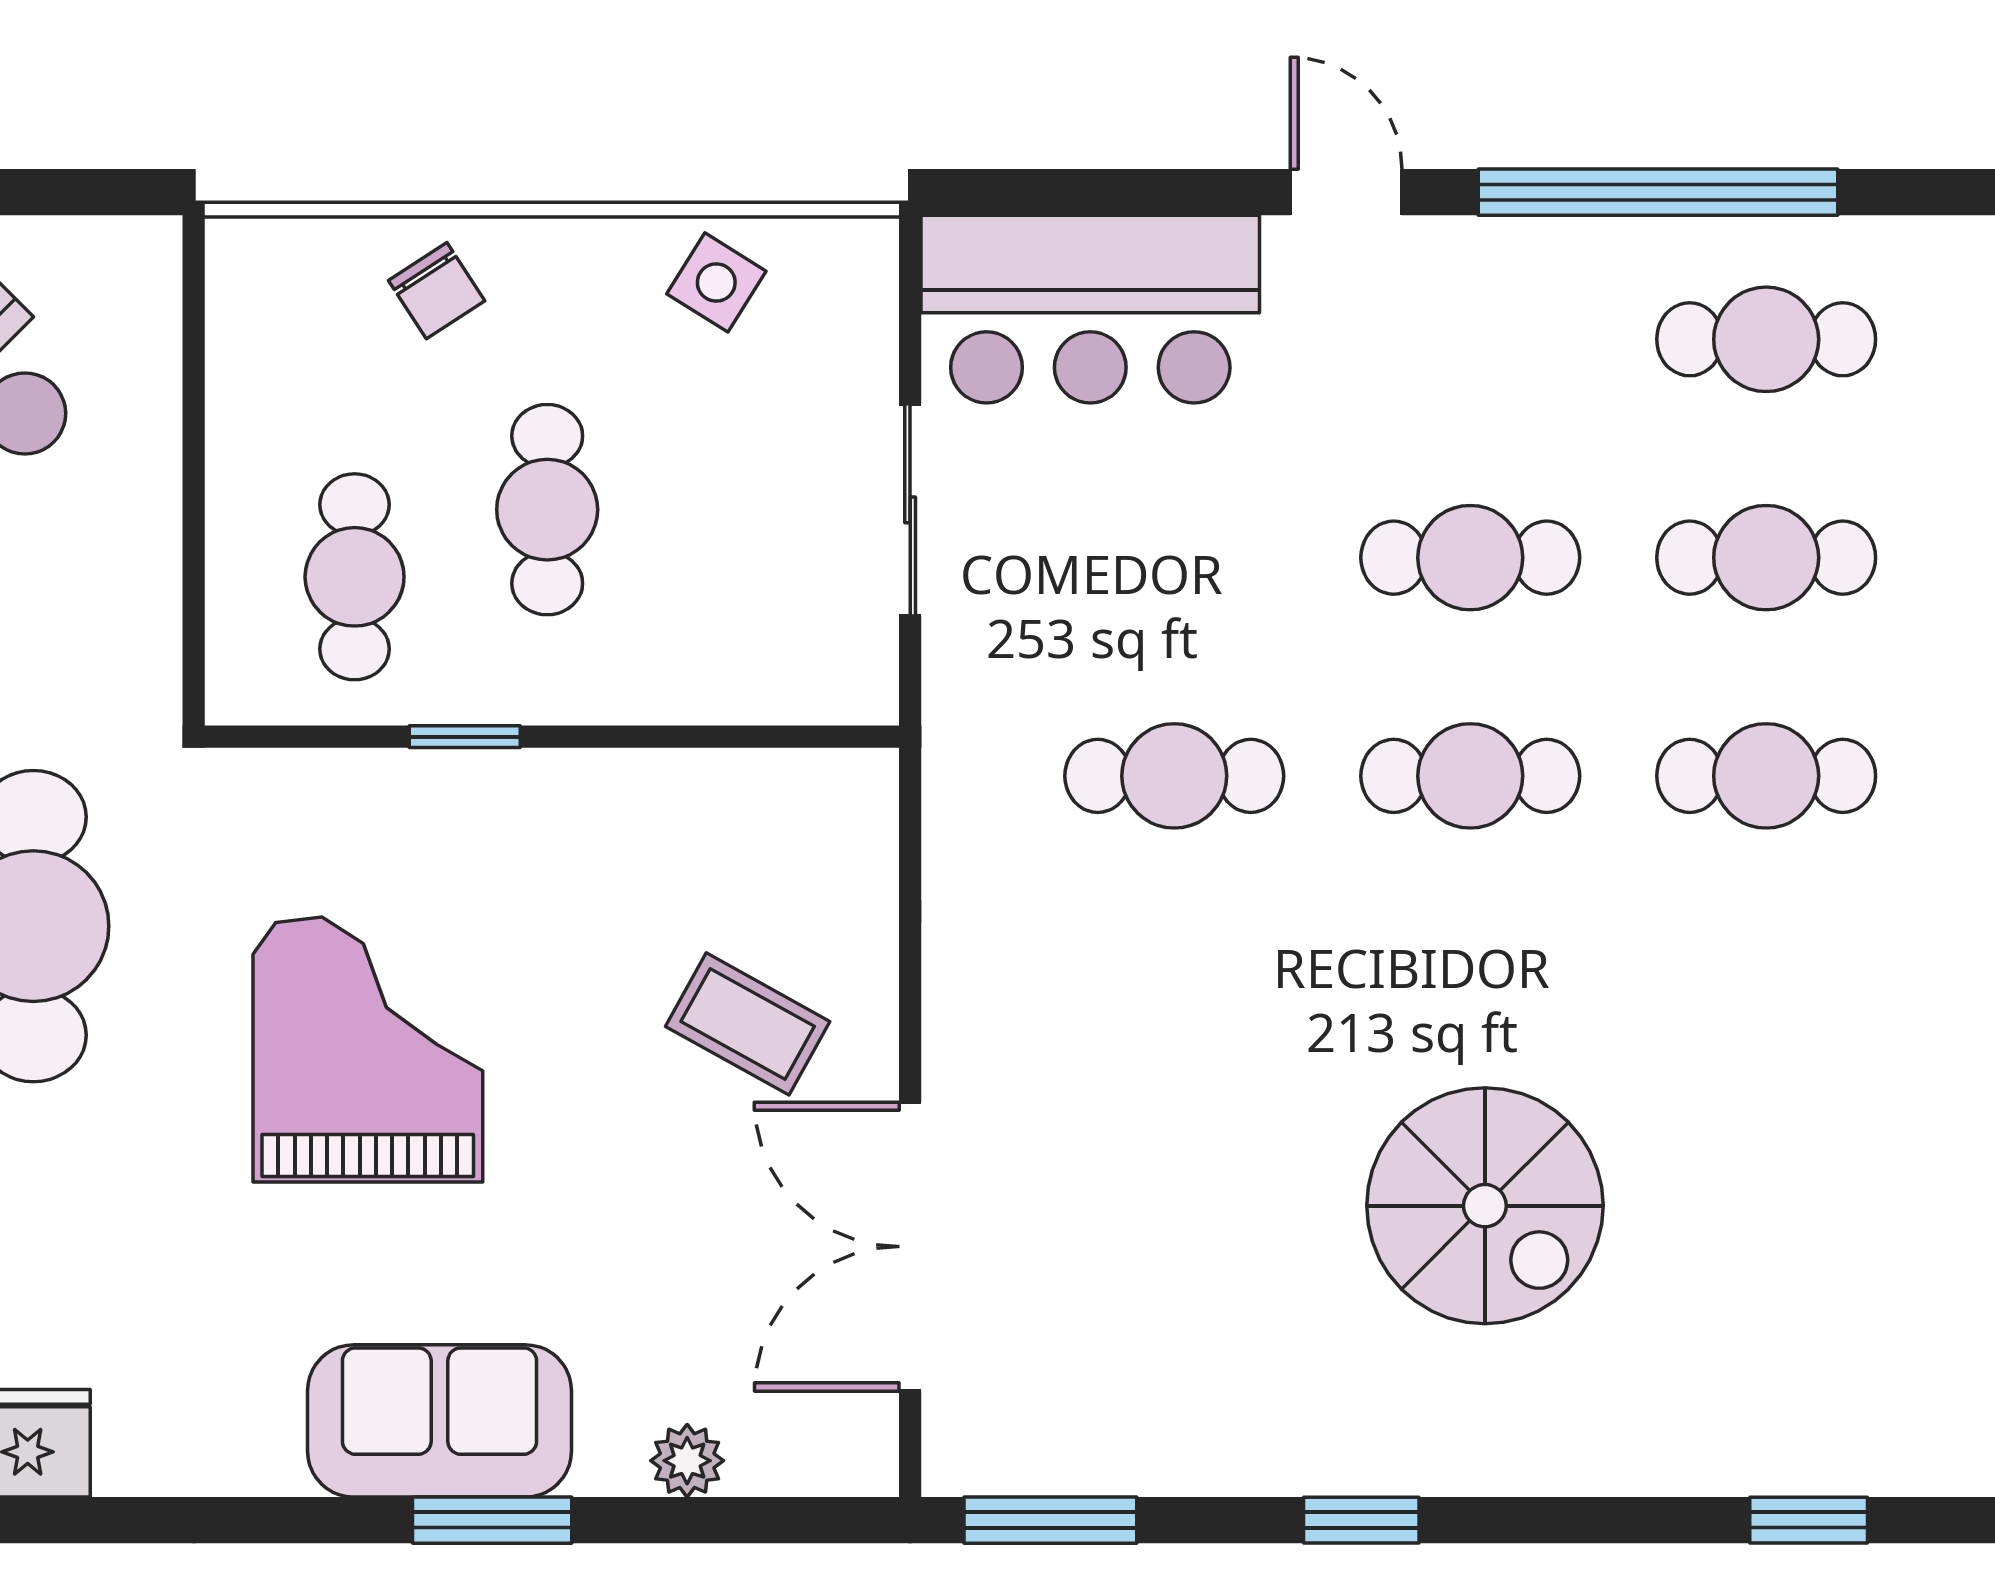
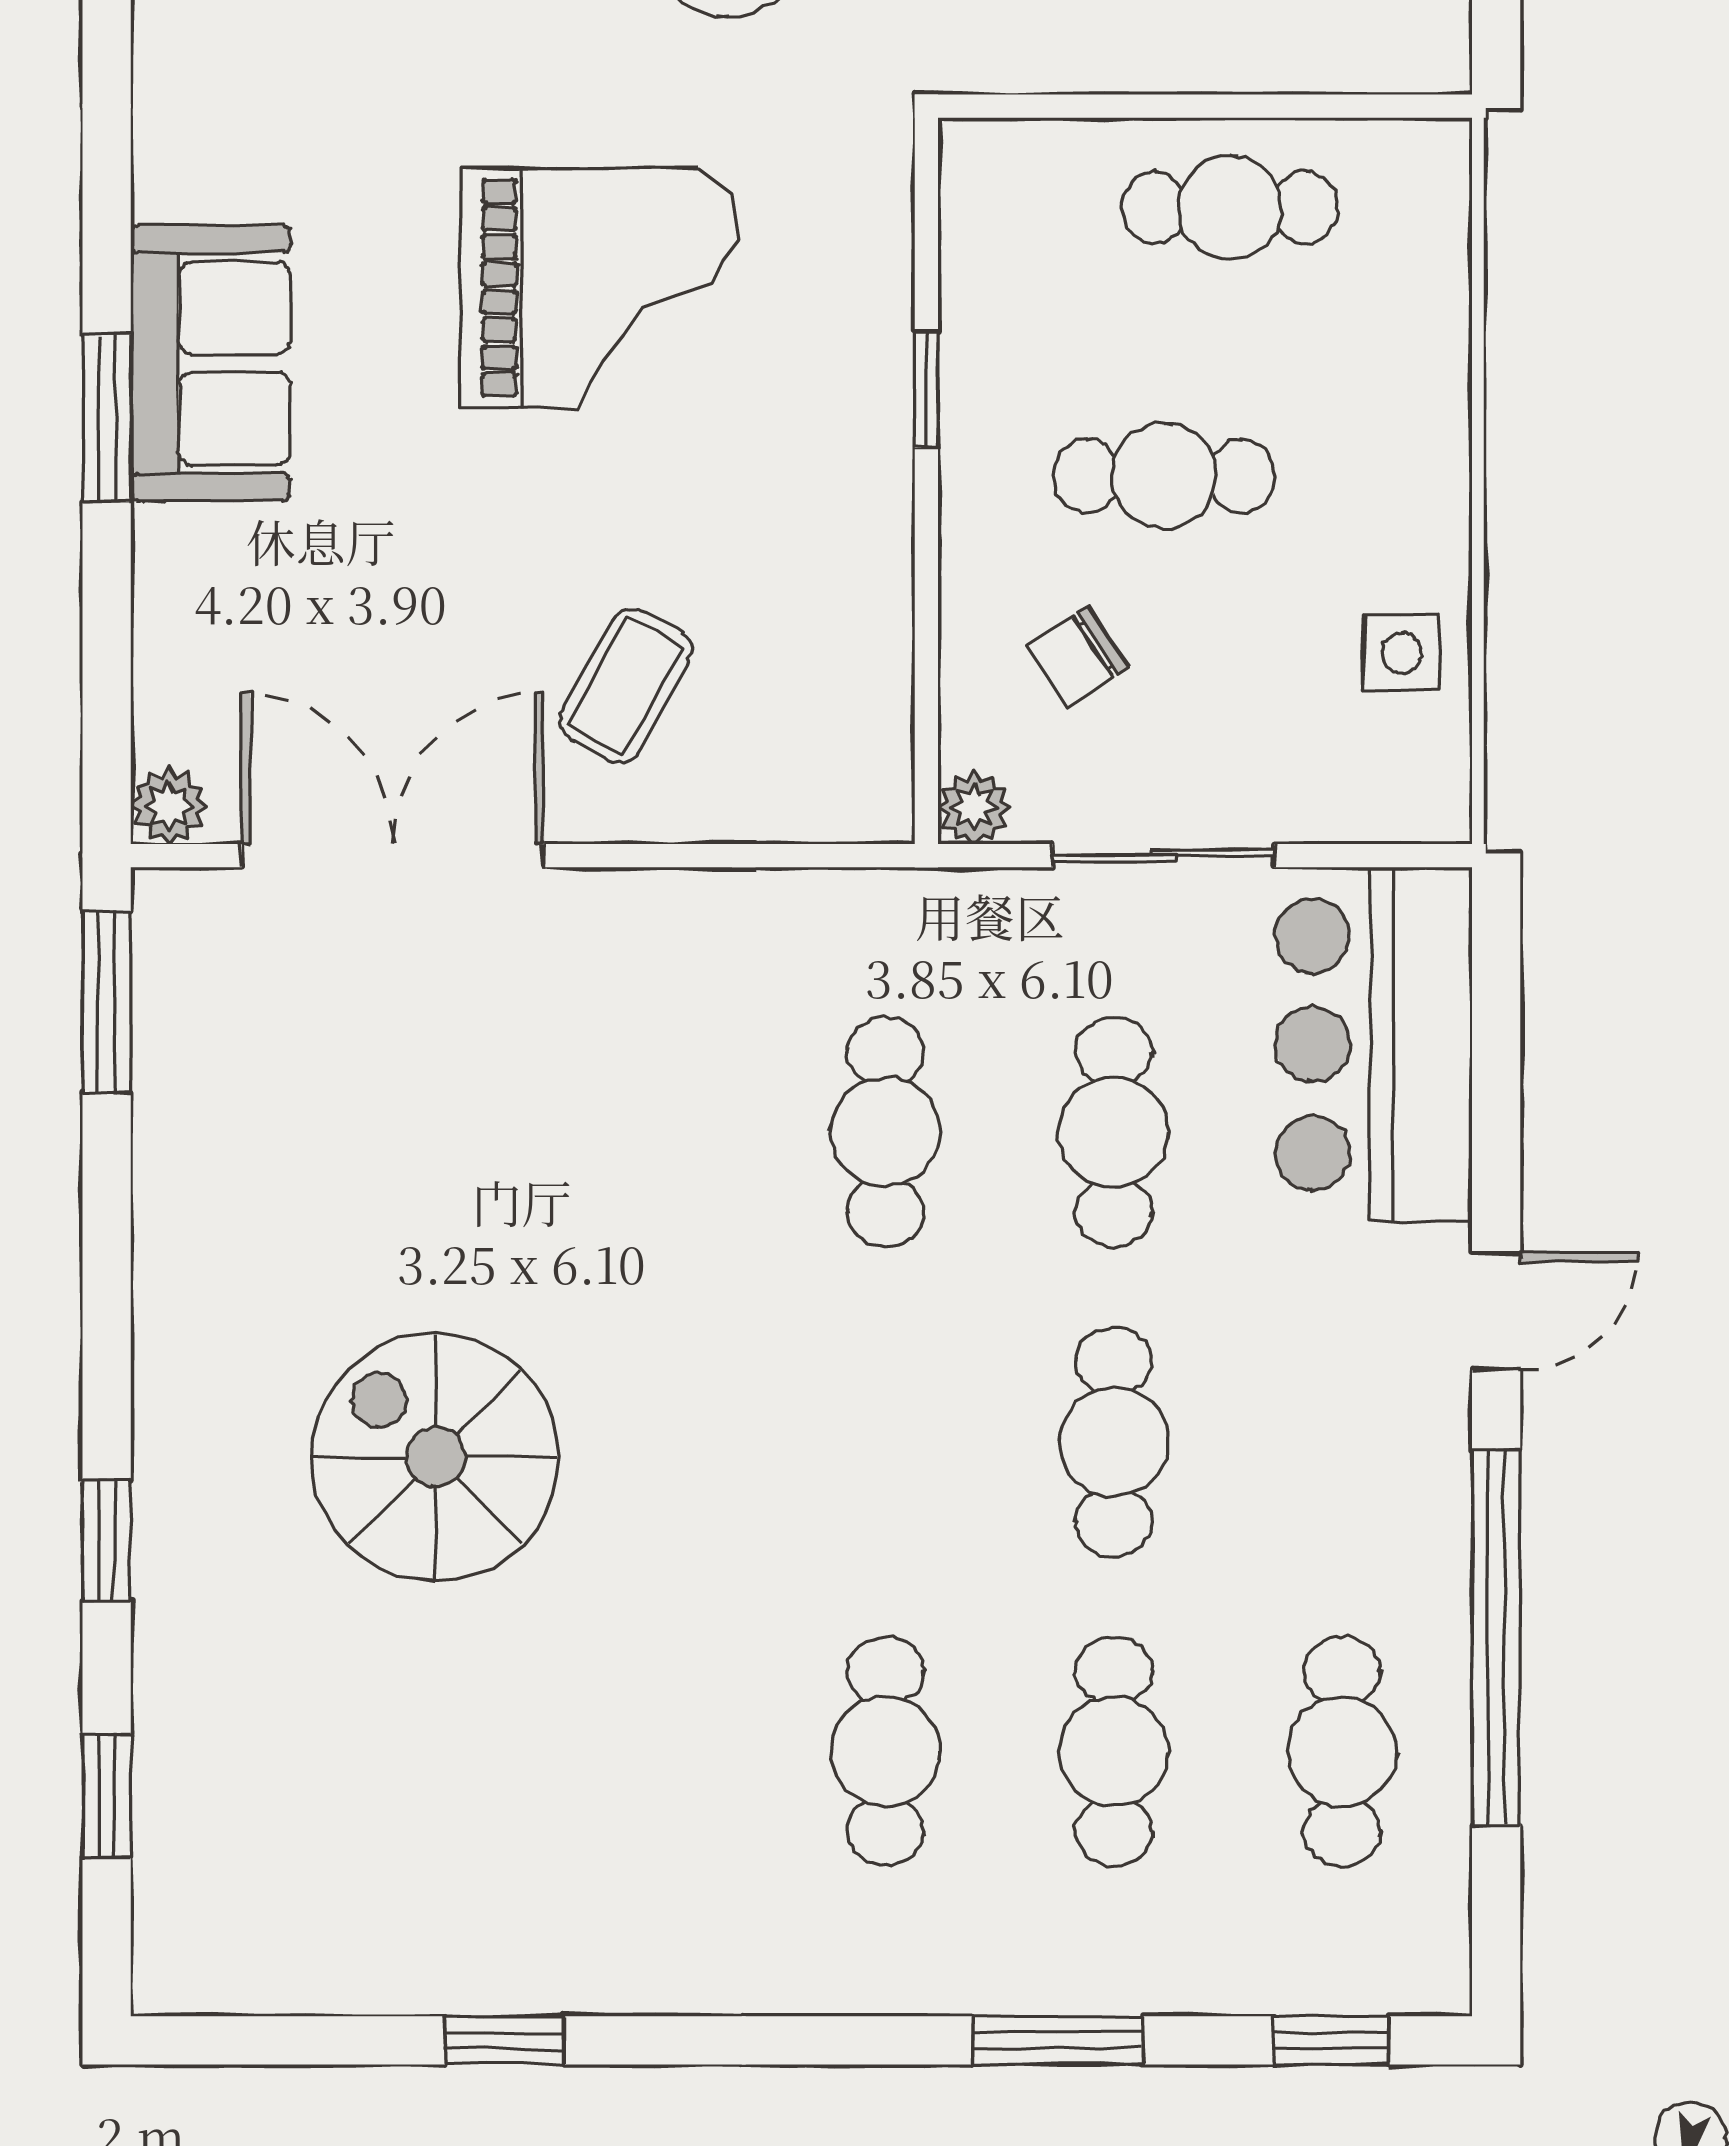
side table: (716, 282) -> (1402, 653), turned -32
chair: (437, 291) -> (1078, 657), moved
cafe table: (355, 577) -> (1230, 208), moved
plant: (864, 691) -> (974, 808), added
cafe table: (1470, 776) -> (1114, 1132), moved
spiral stairs: (1485, 1206) -> (436, 1457), turned 90
plant: (687, 1461) -> (169, 806), moved
window: (1361, 1520) -> (107, 1541), moved

